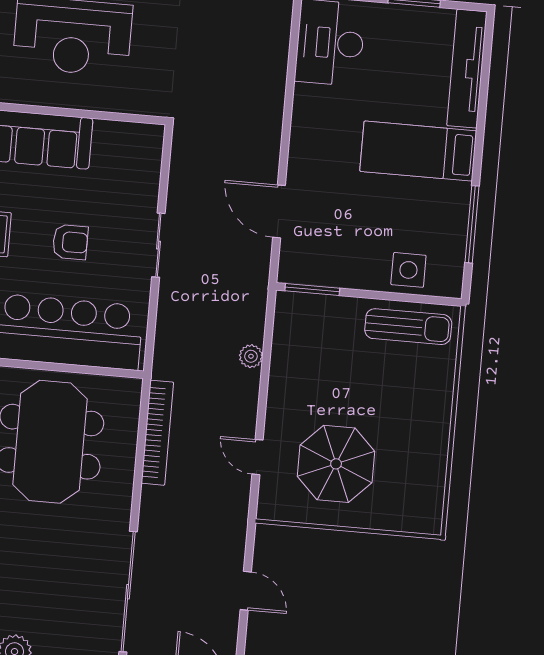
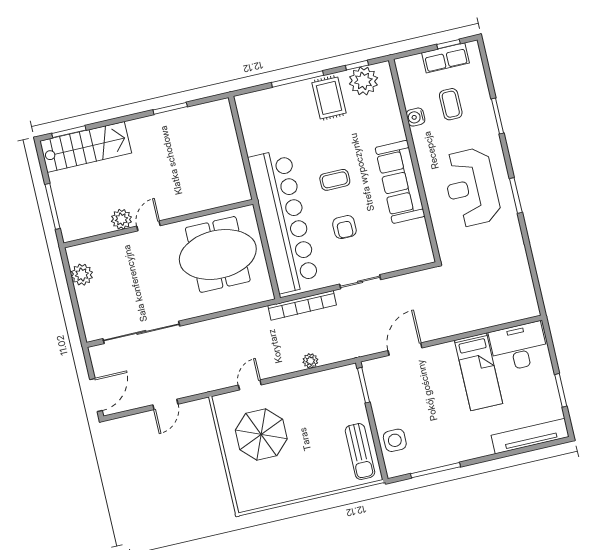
bed: (418, 151) -> (479, 372), moved, turned 180
bookcase: (157, 433) -> (302, 305), moved

